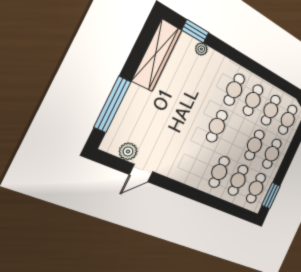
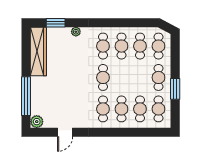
plant: (201, 49) -> (76, 32), moved
cafe table: (254, 145) -> (103, 109), moved
plant: (128, 151) -> (37, 122), moved
window: (271, 196) -> (175, 89), moved

